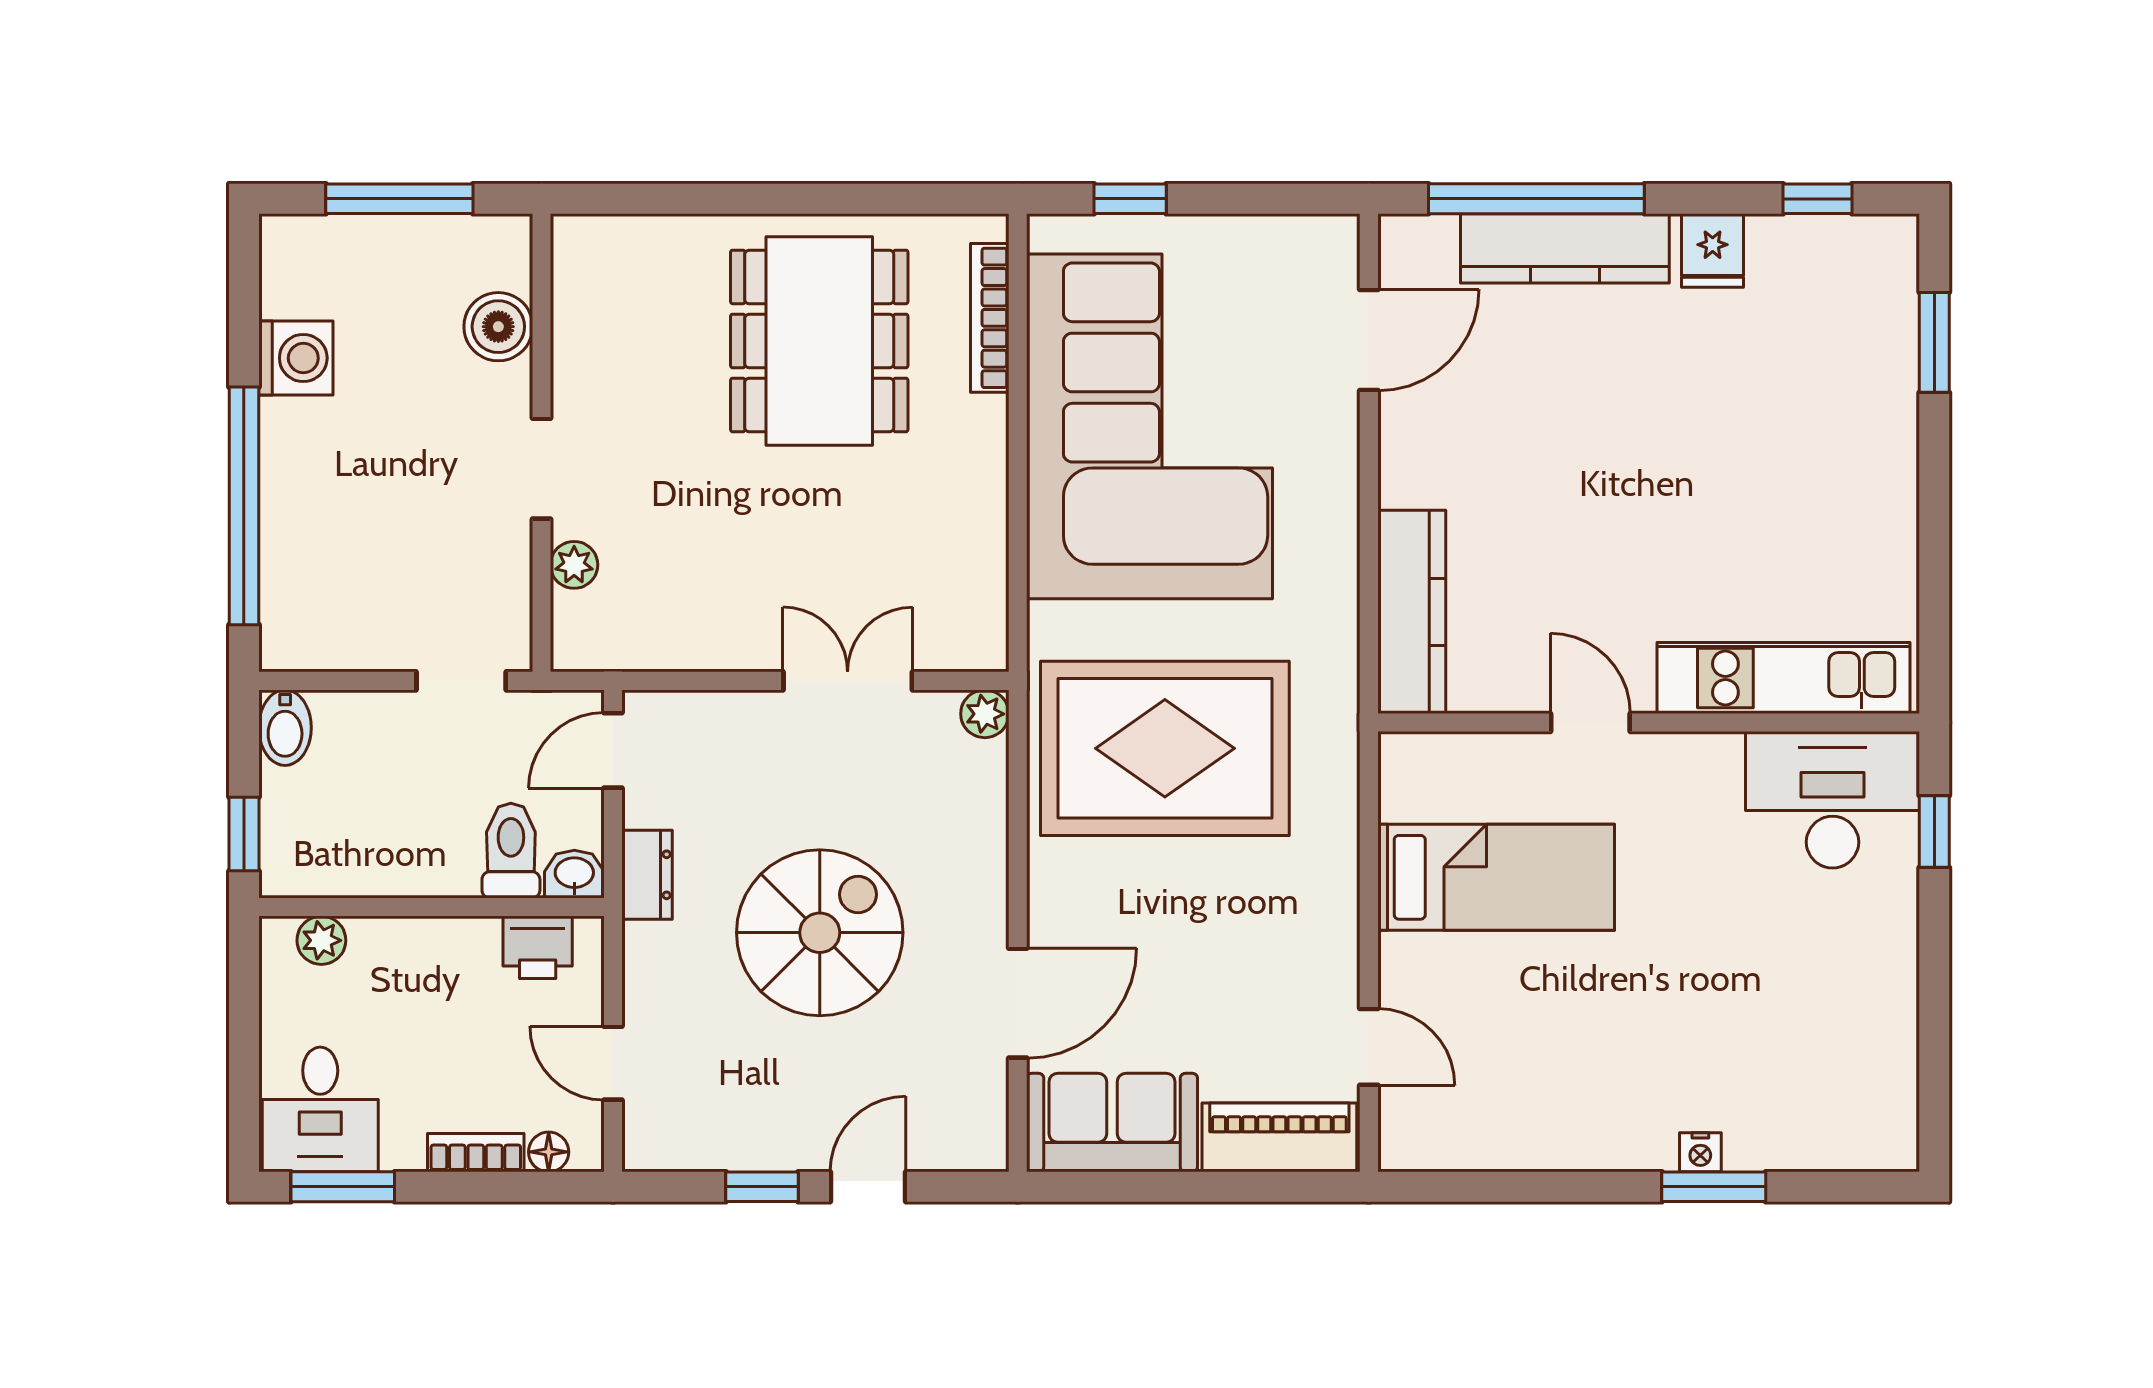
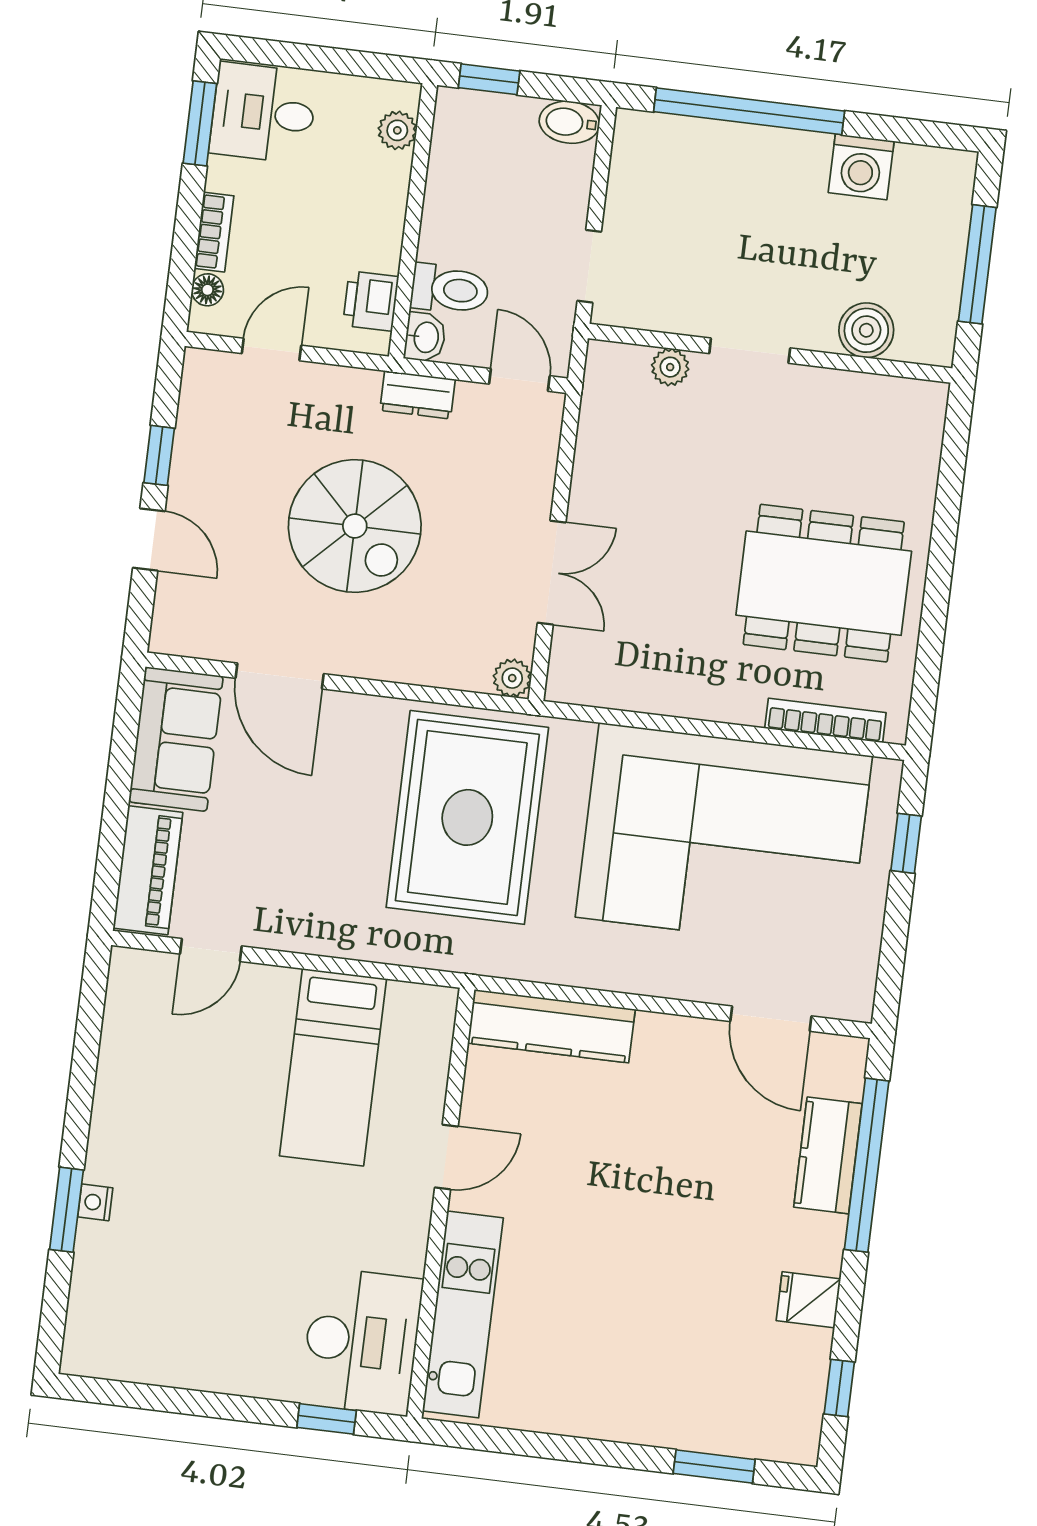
kitchen counter: (1565, 248) -> (828, 1155), width x0.67

